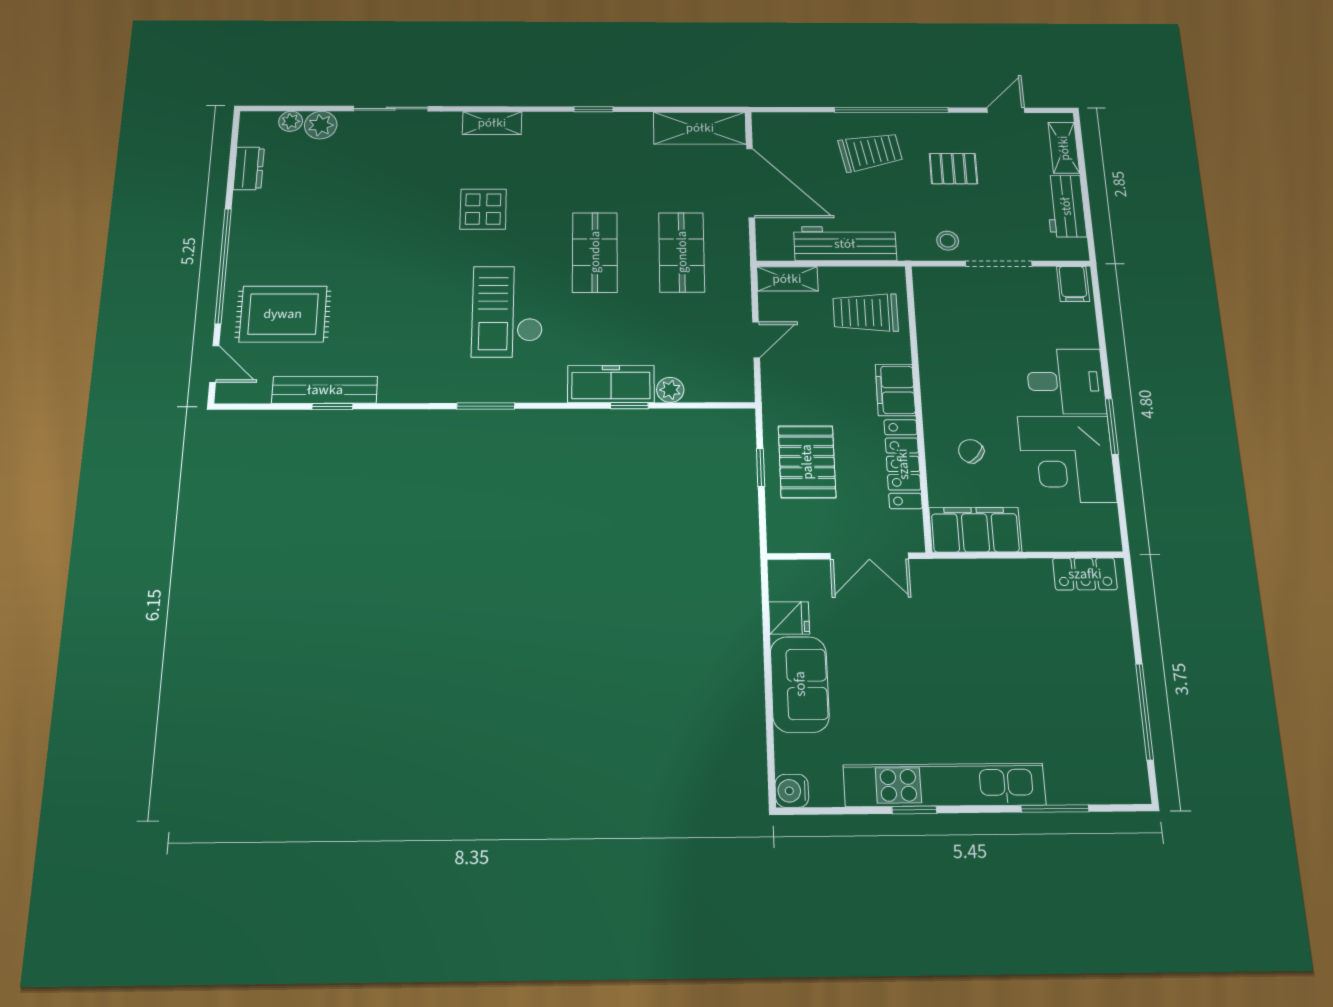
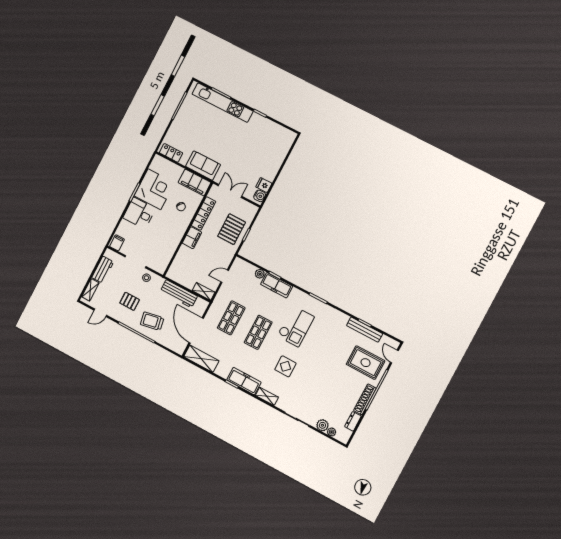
freezer: (567, 129) -> (244, 381), added
shoe rack: (243, 230) -> (365, 399), added
trolley: (866, 313) -> (186, 267), removed
sofa: (800, 684) -> (203, 166), moved, turned 90
kitchen unit: (944, 785) -> (223, 103), moved
water cooler: (792, 791) -> (260, 196), moved

